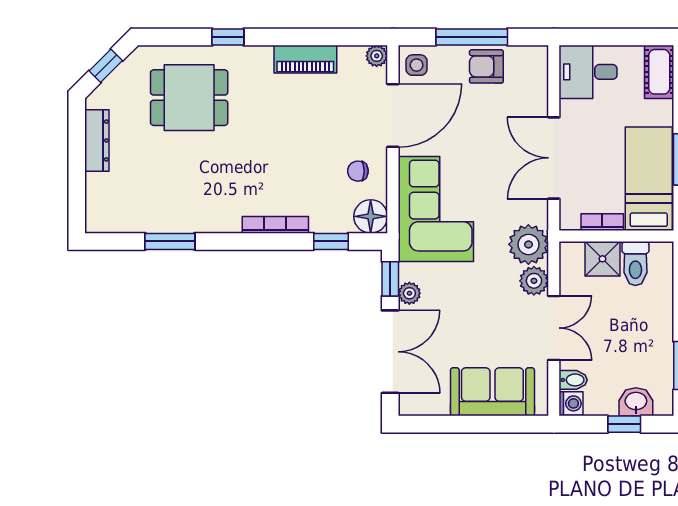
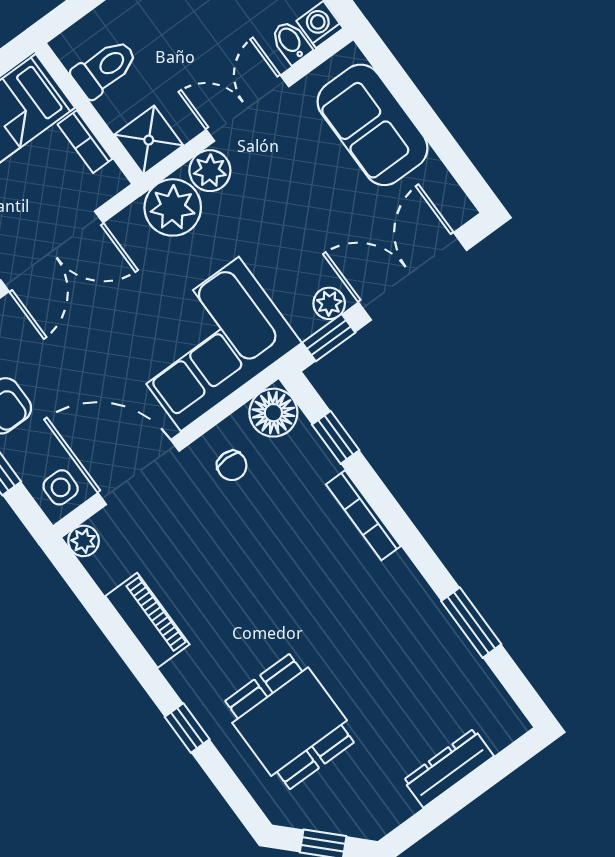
dresser: (97, 140) -> (449, 768), moved
shower: (602, 259) -> (149, 140), moved

